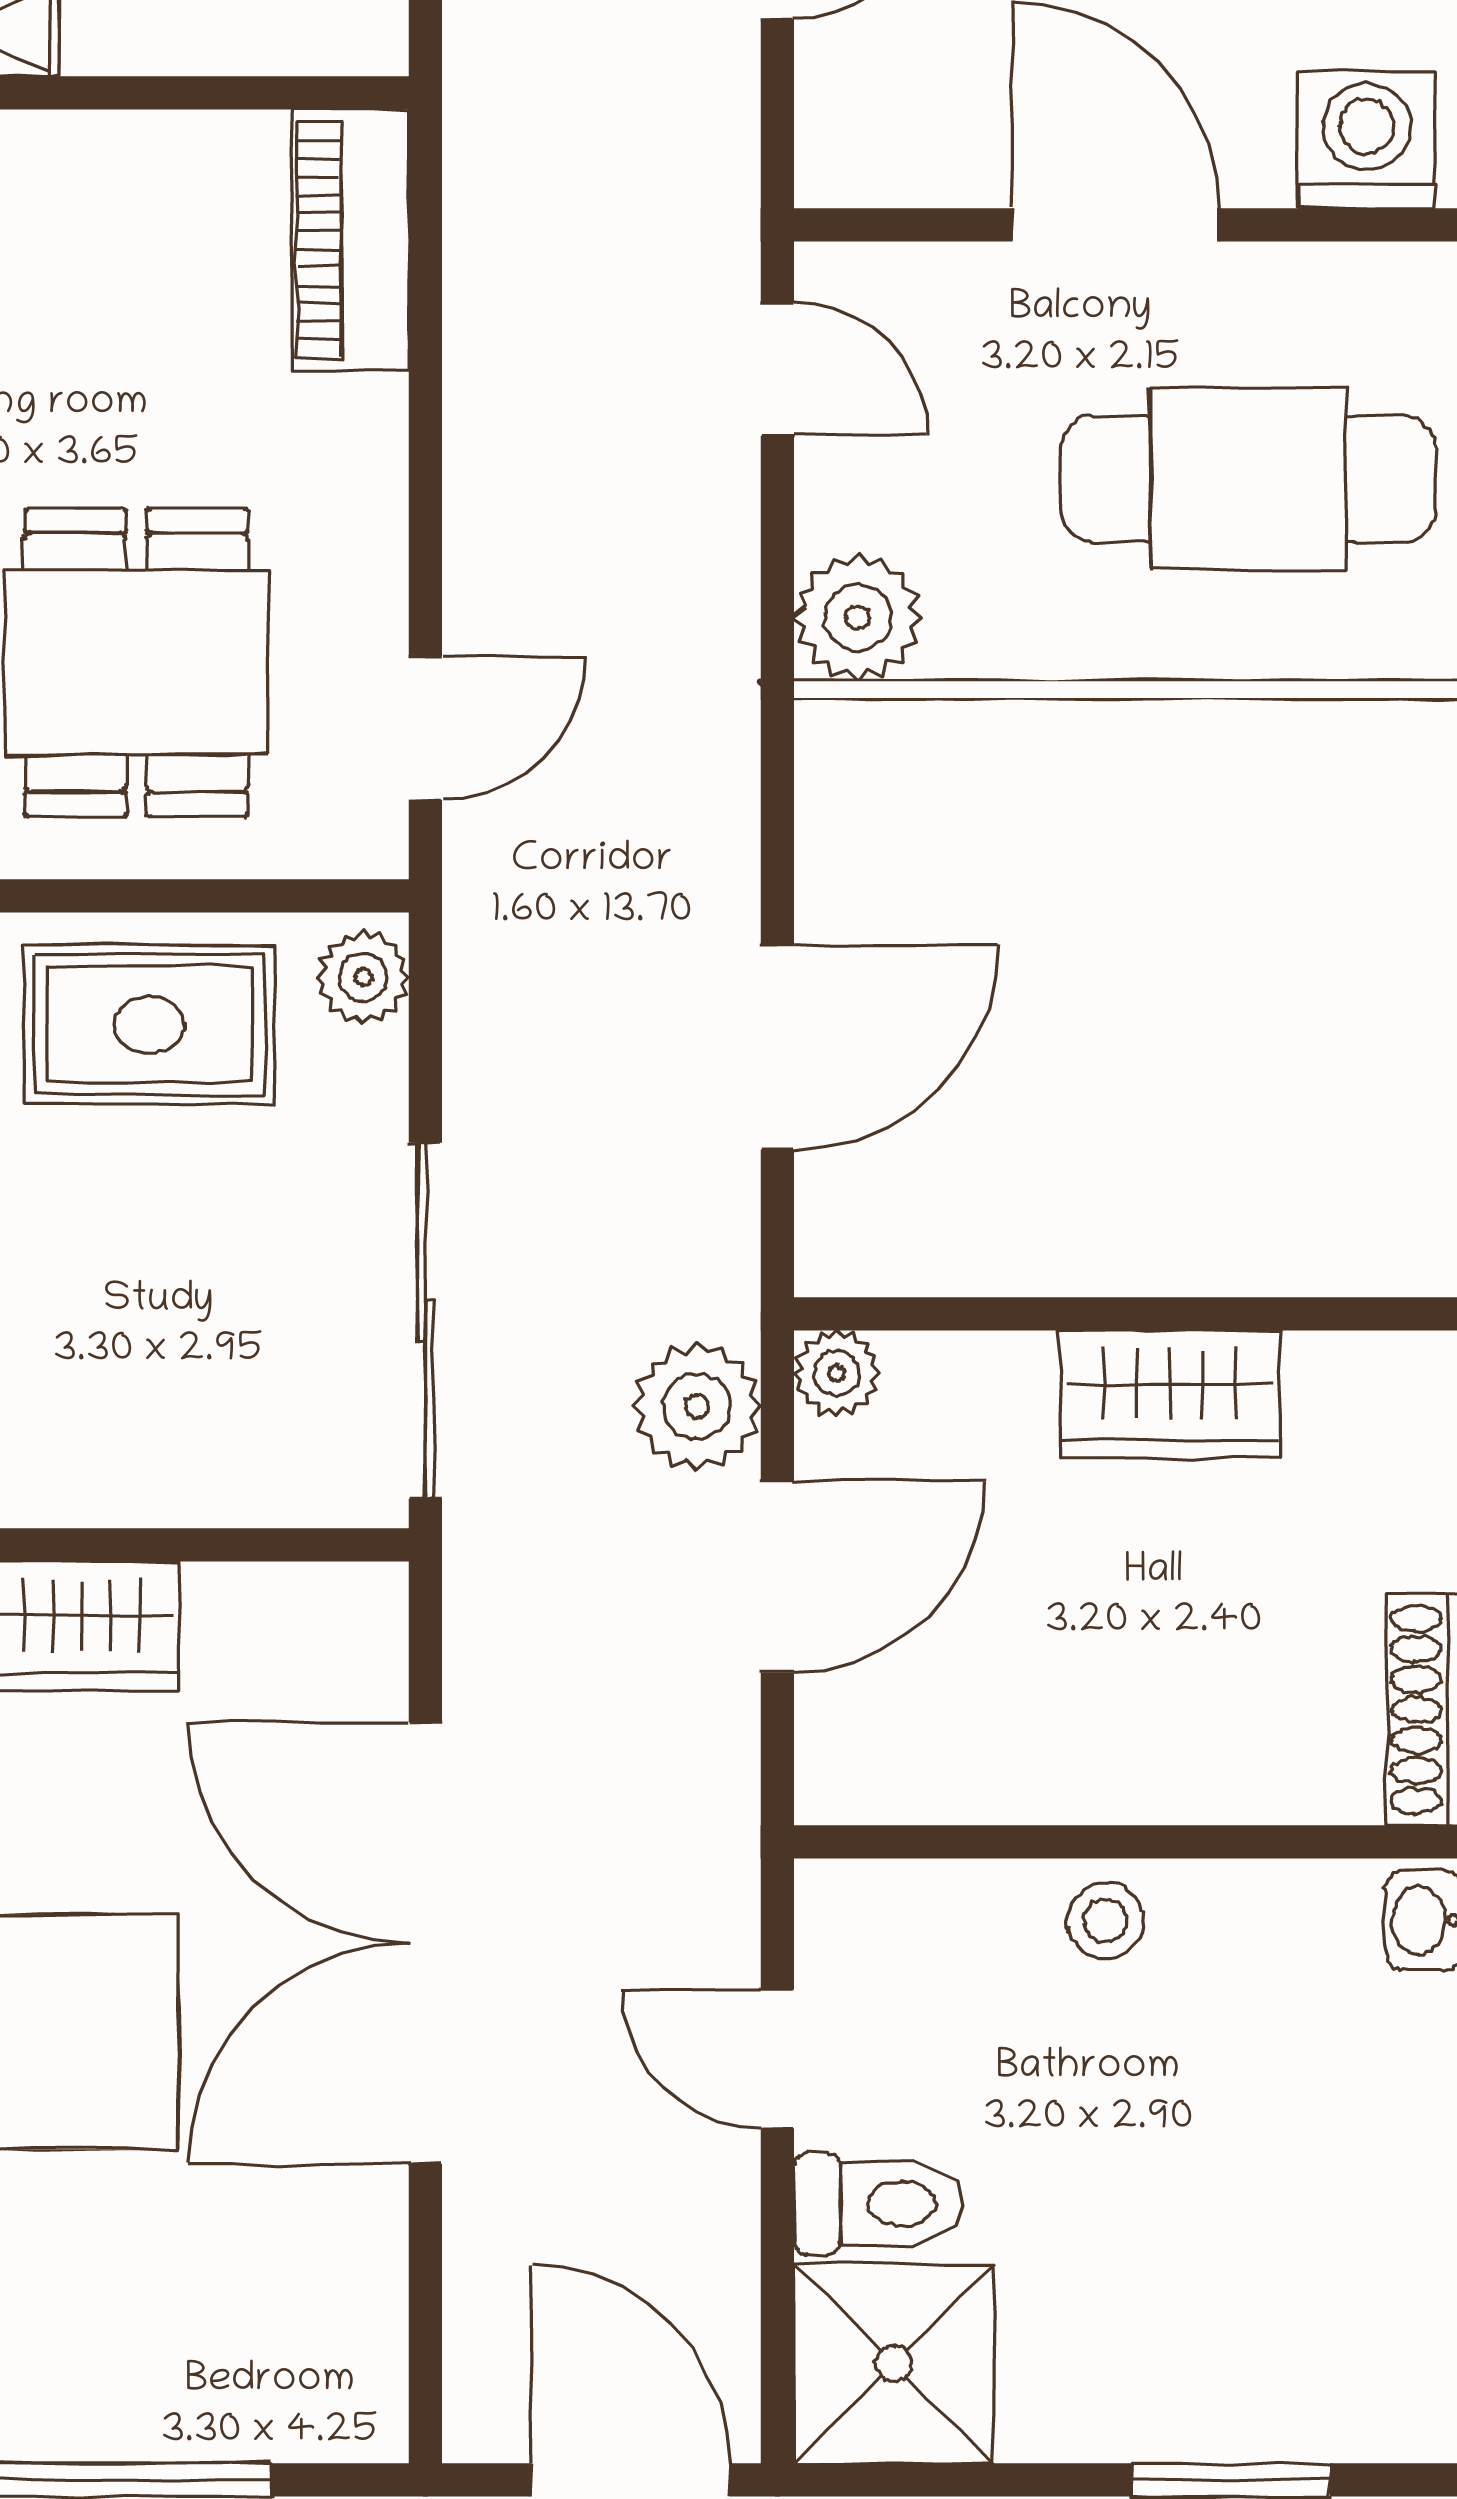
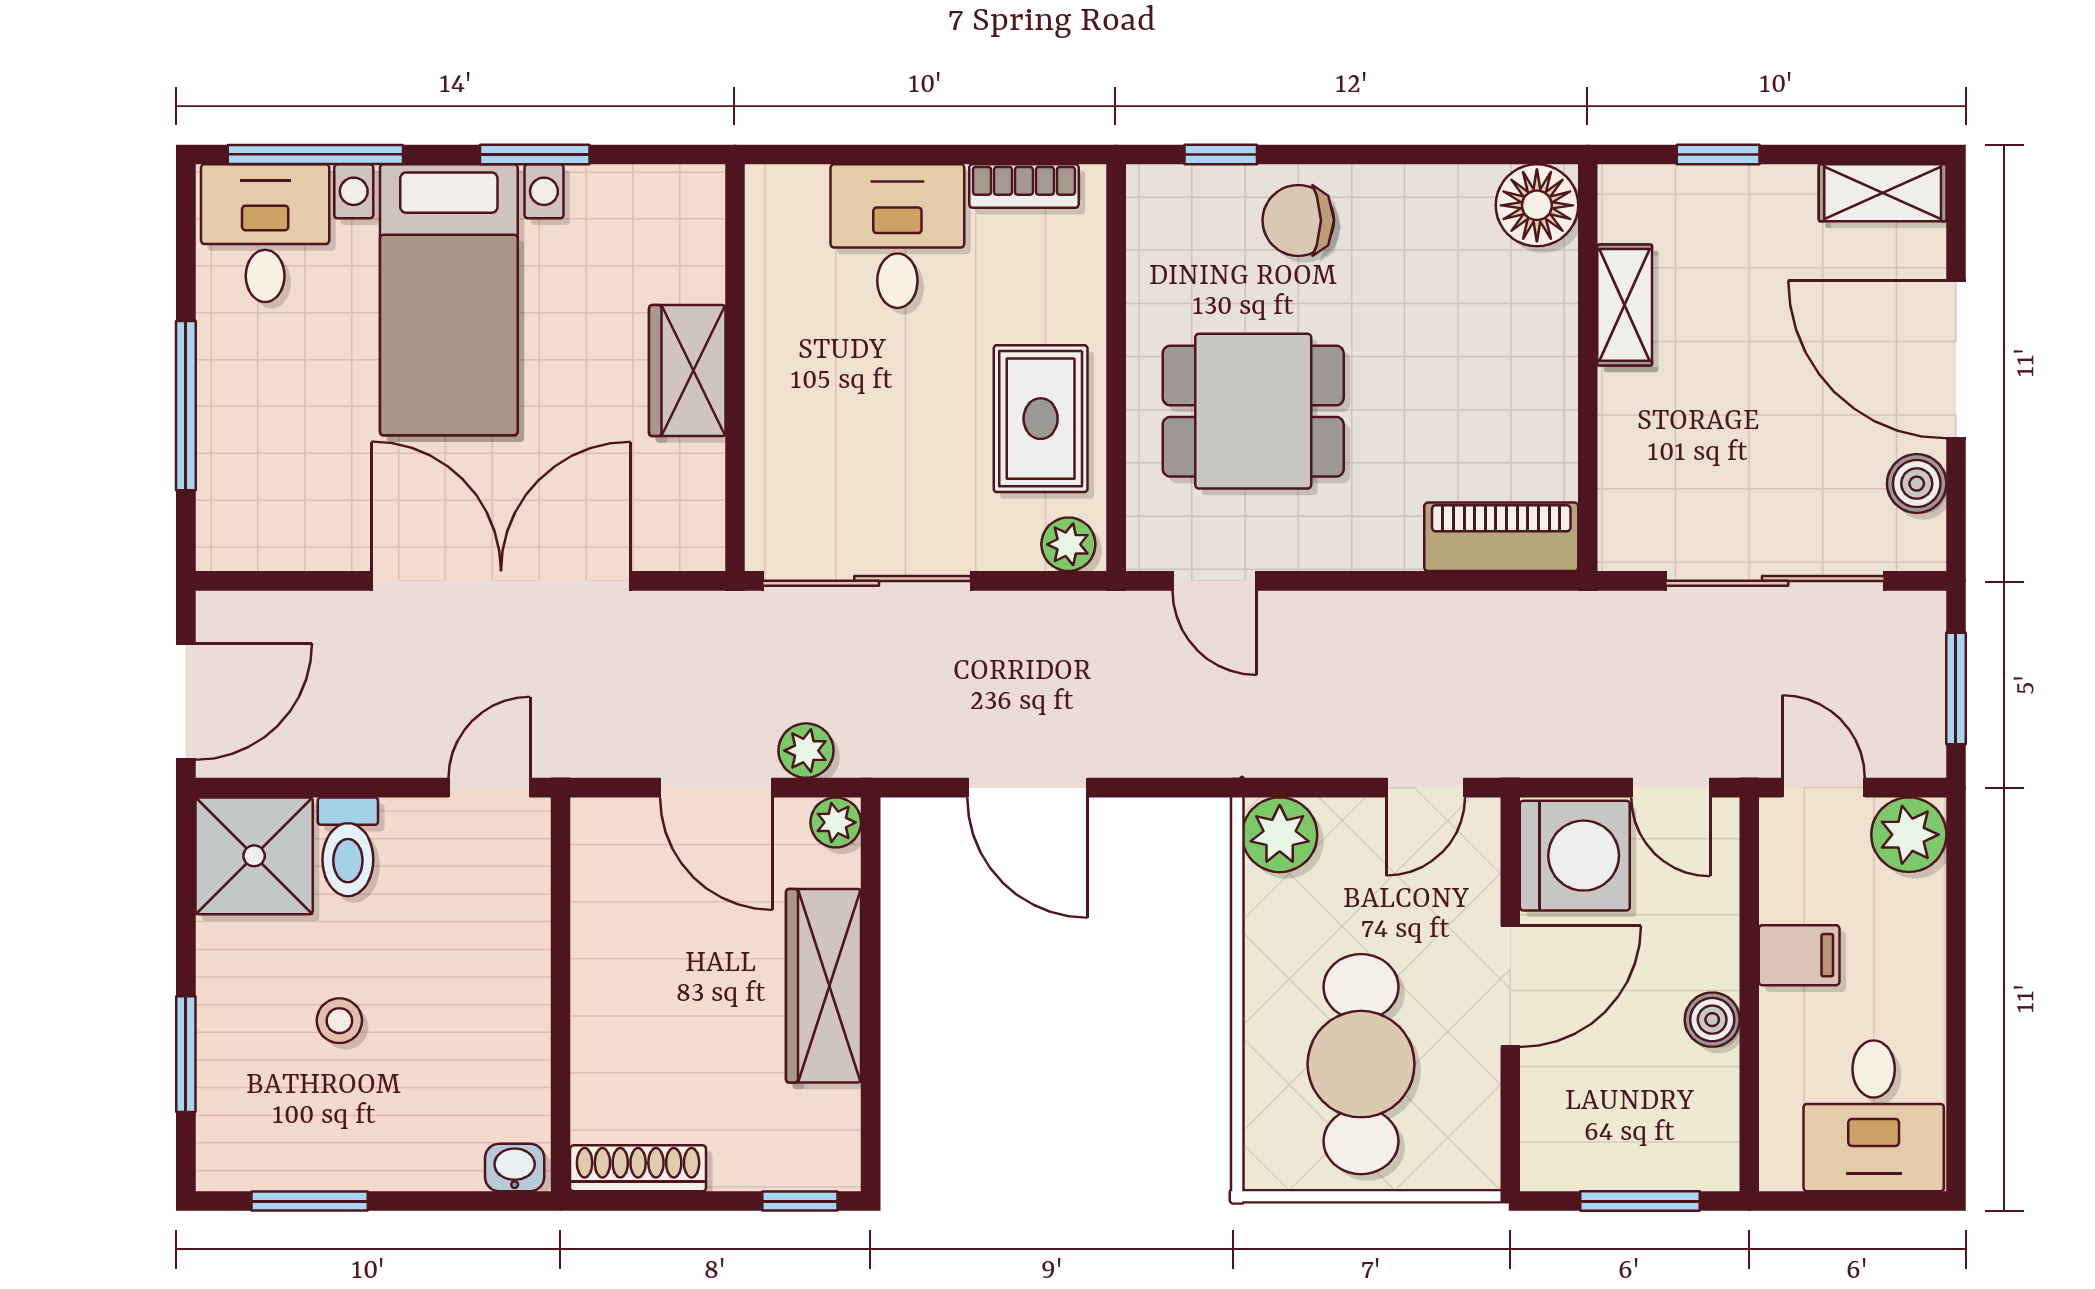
washing machine: (1367, 140) -> (1575, 856), moved, width x1.37, depth x1.37
wardrobe: (1170, 1394) -> (823, 986), width x1.50
plant: (697, 1406) -> (806, 751), width x0.73, depth x0.73
stool: (1105, 1920) -> (339, 1021), moved
door: (777, 2059) -> (489, 788), moved

